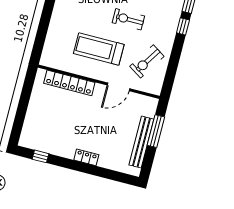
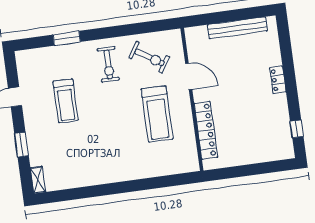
exercise bike: (128, 19) -> (108, 64), moved
window: (183, 26) -> (96, 34), removed
window: (156, 131) -> (220, 17), removed

